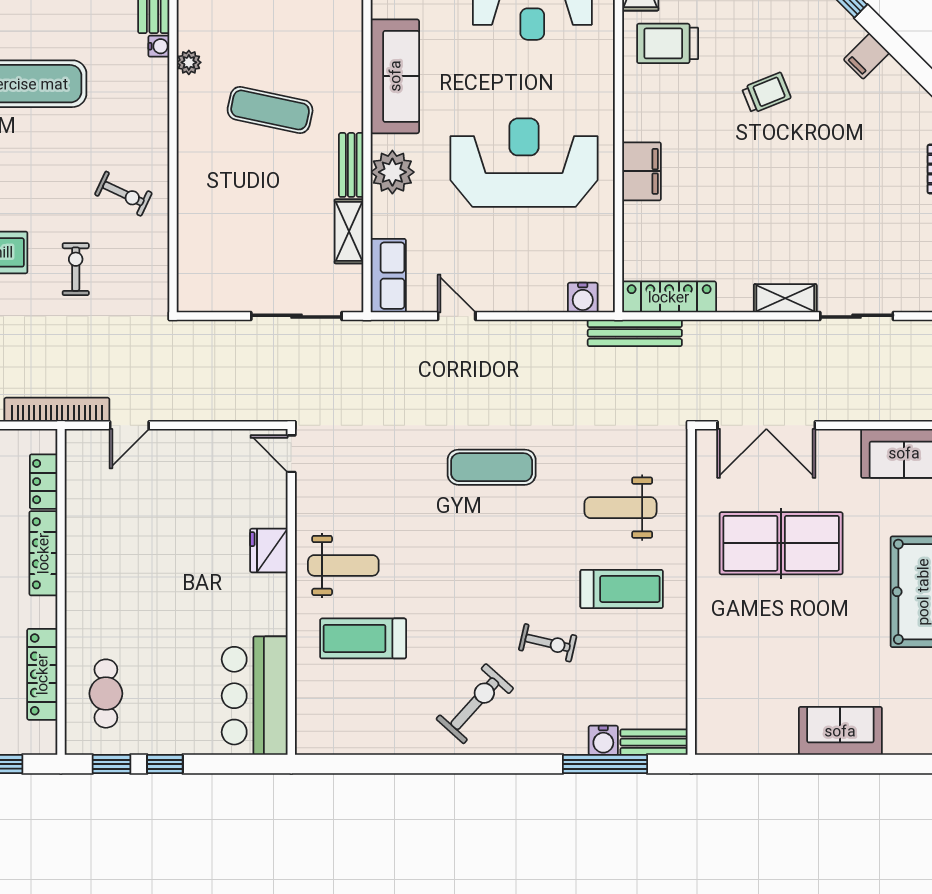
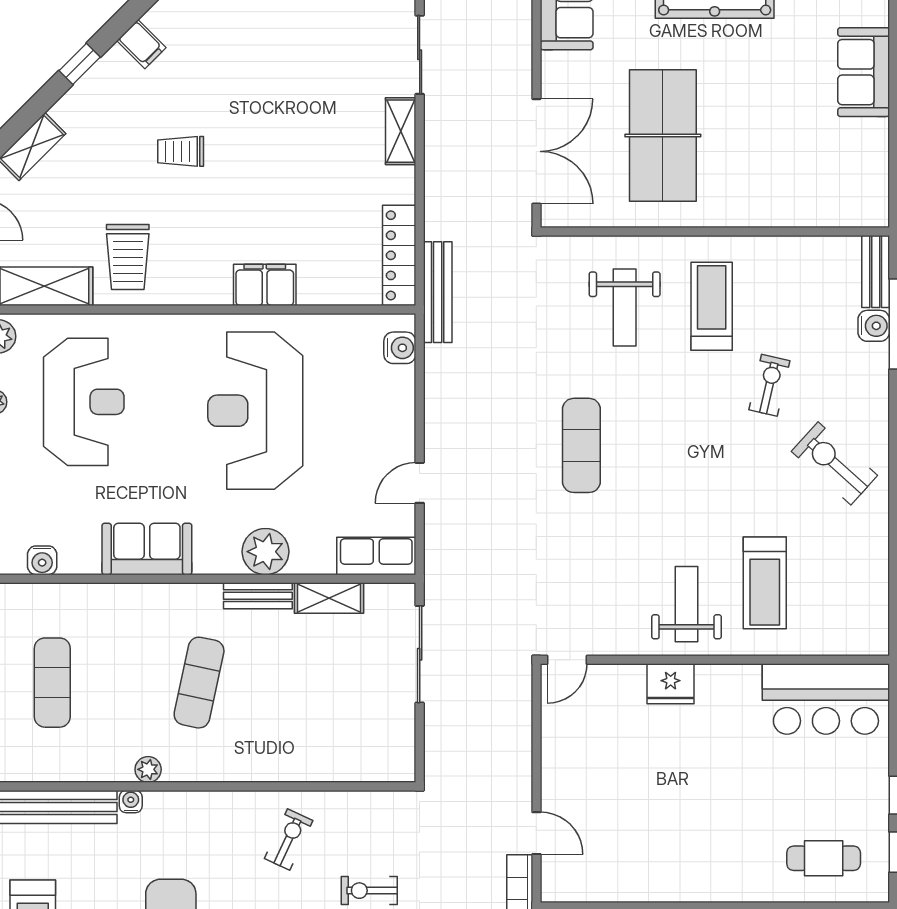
sofa: (395, 76) -> (147, 549), width x0.73
trolley: (766, 93) -> (181, 151), turned -68

